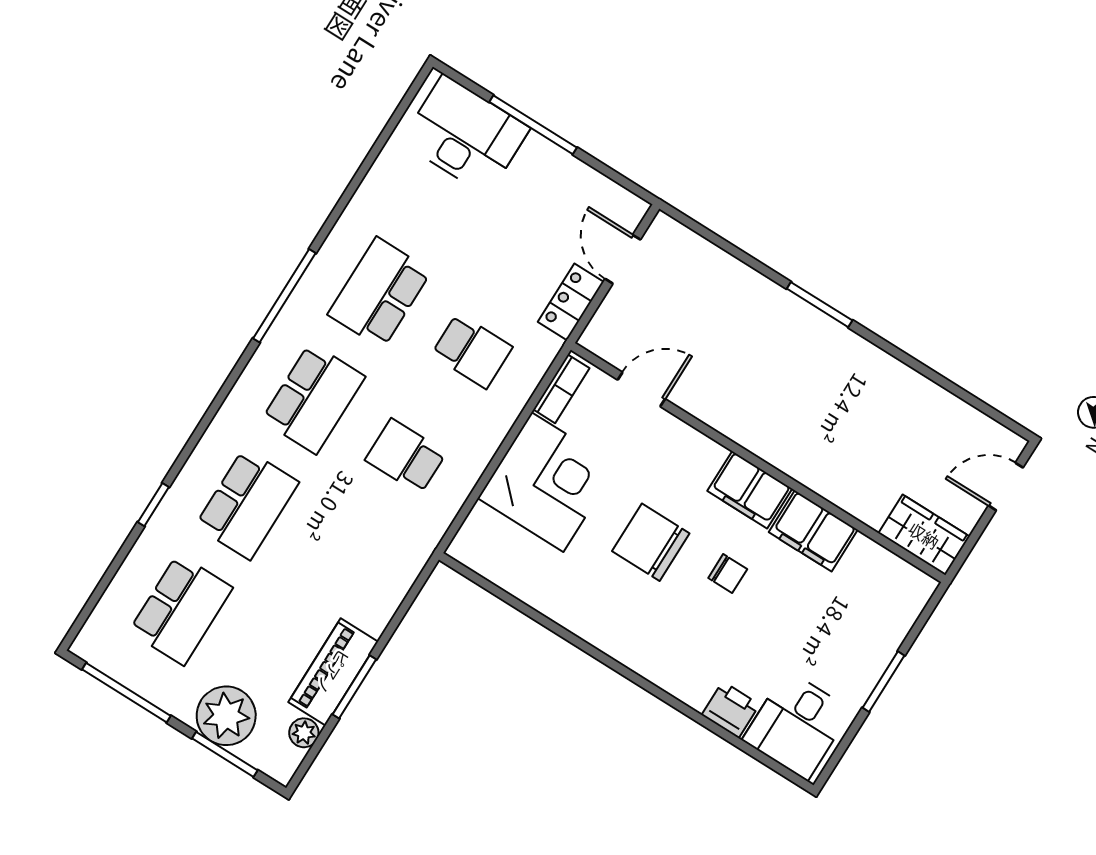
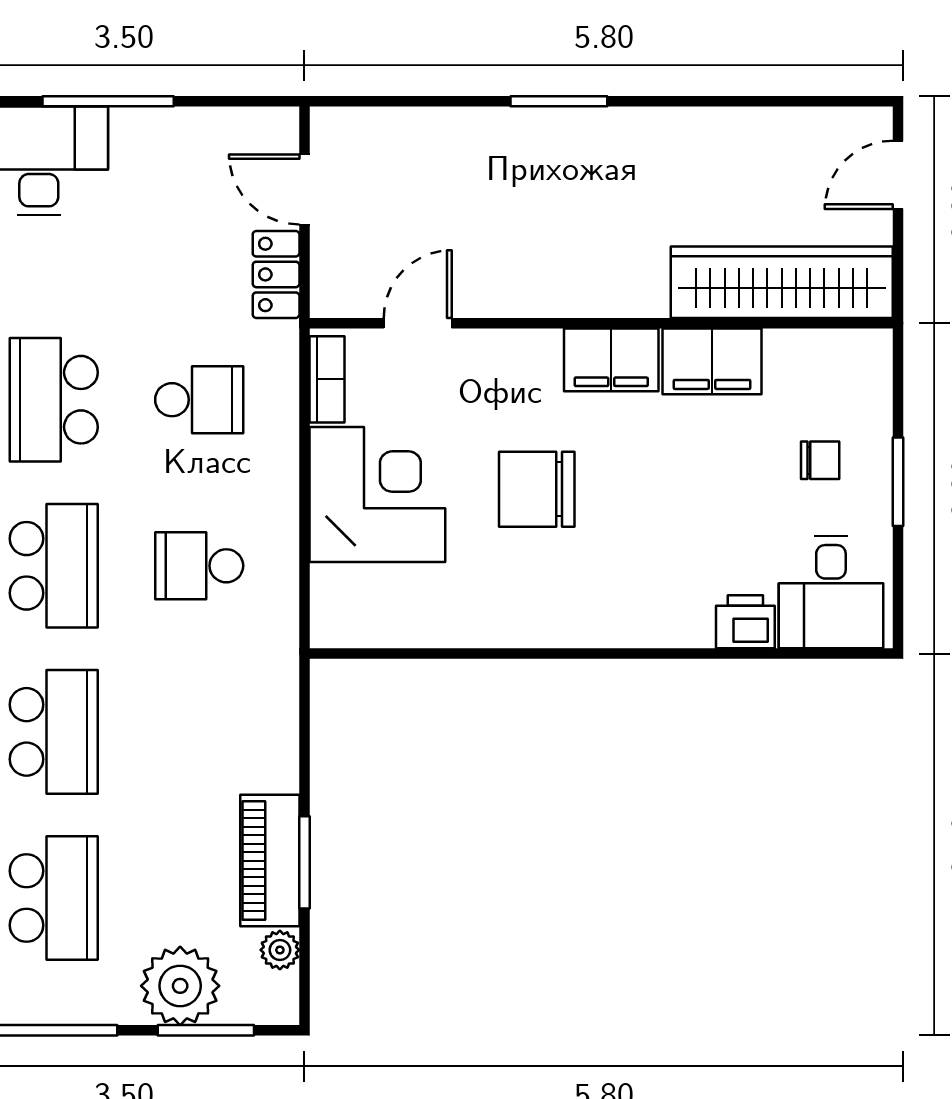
wardrobe: (924, 535) -> (782, 282), width x2.10, depth x1.17
chair: (728, 574) -> (820, 460), moved

